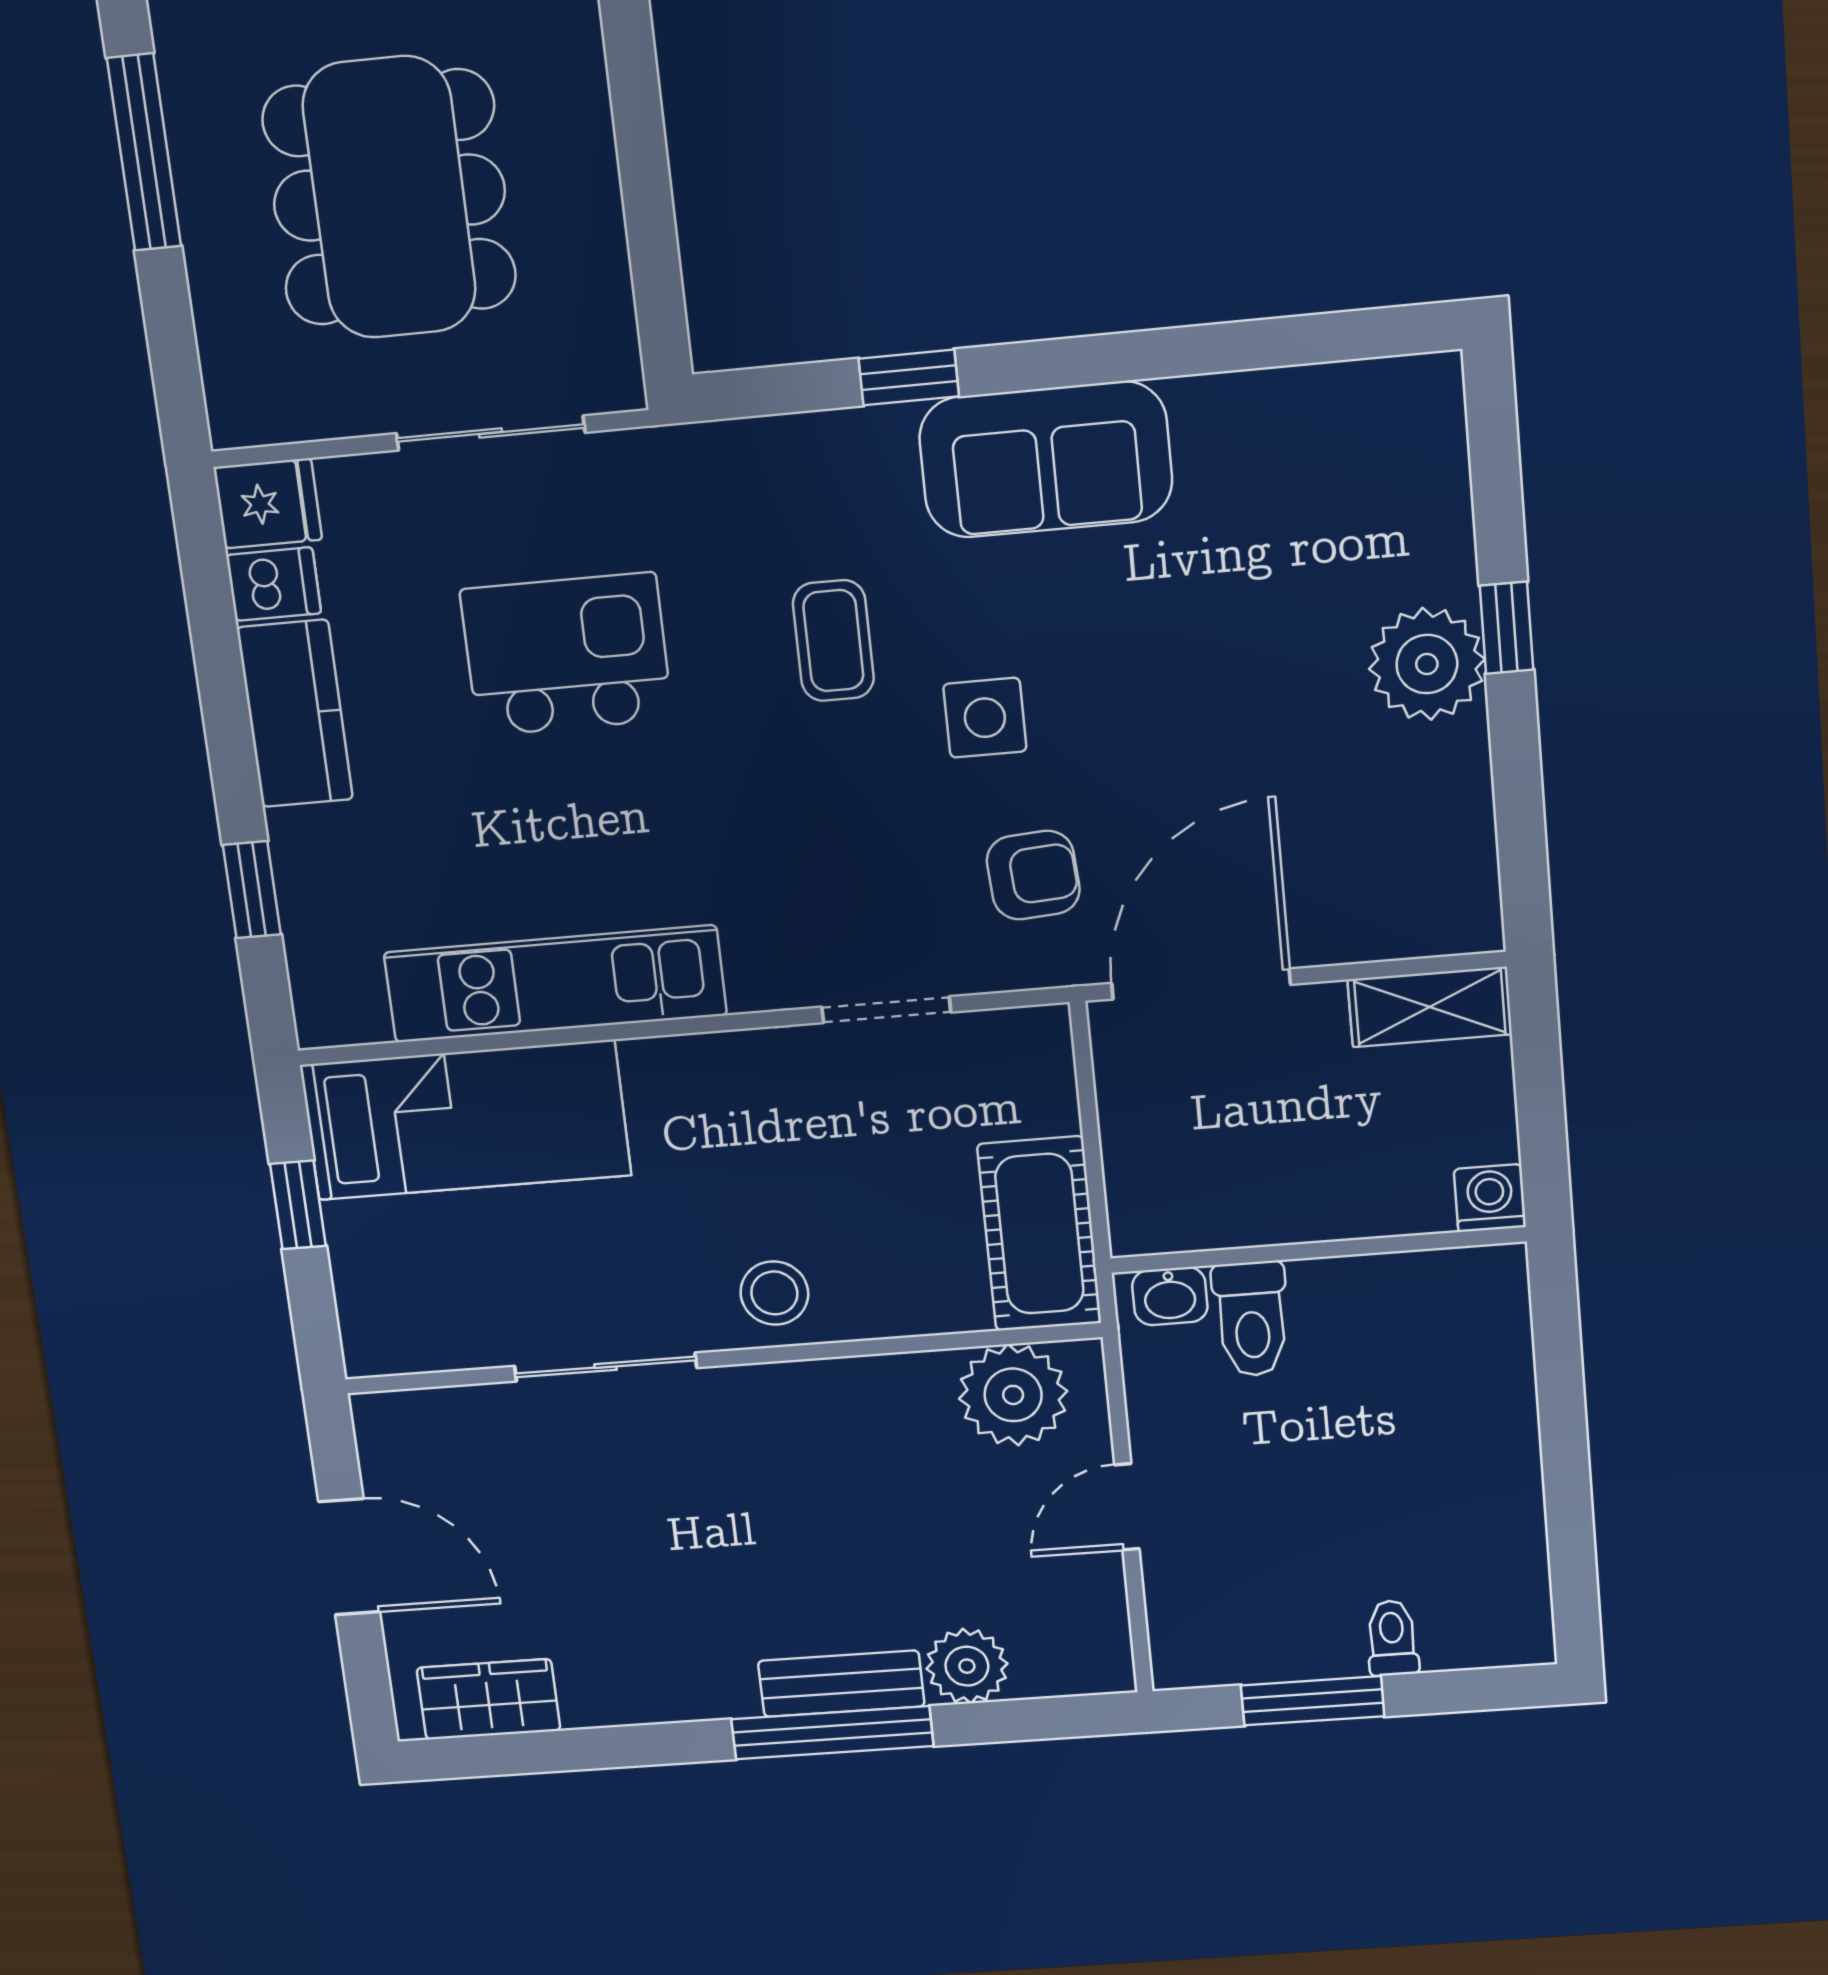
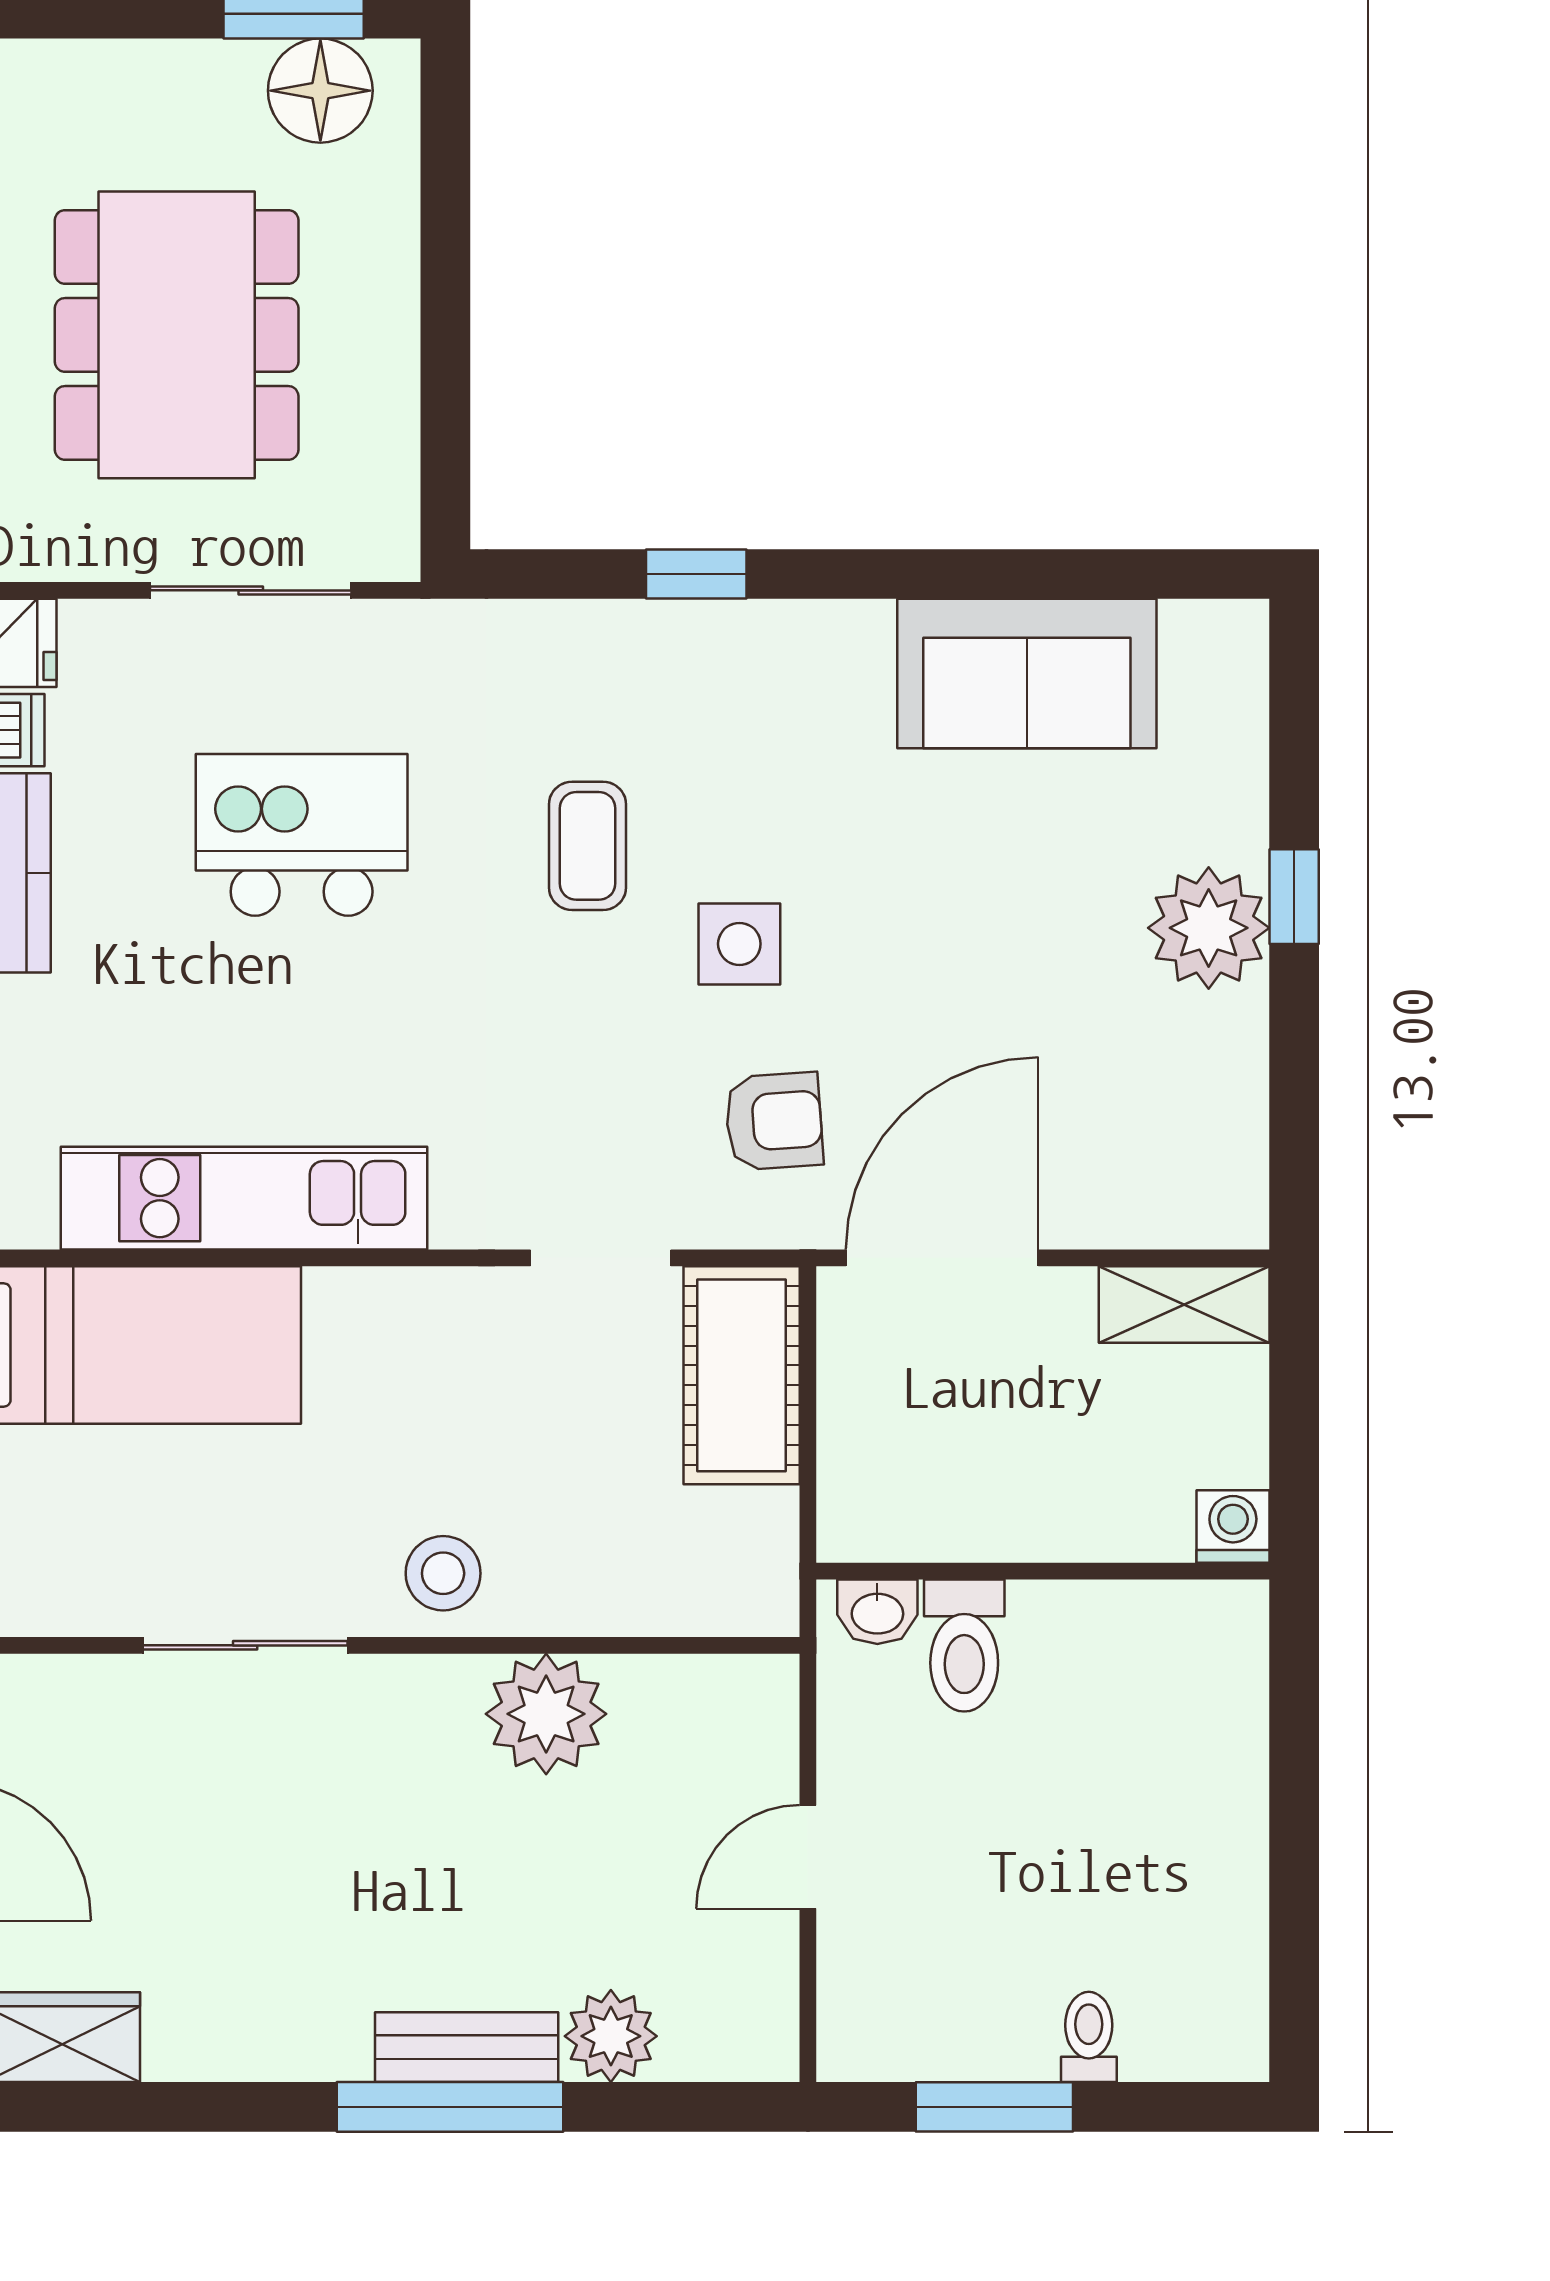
sofa: (1046, 460) -> (1027, 674), moved
cot: (1039, 1234) -> (742, 1375), moved
plant: (1013, 1395) -> (546, 1714), moved

